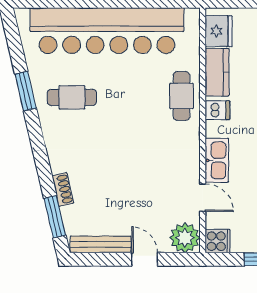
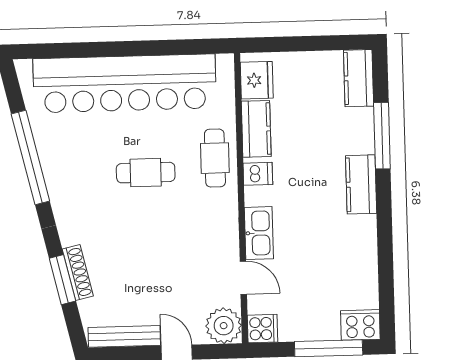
window: (26, 91) -> (30, 158), width x2.11
cafe table: (72, 97) -> (146, 173), moved
shoe rack: (63, 189) -> (78, 273), width x1.43
window: (55, 217) -> (62, 280), moved

